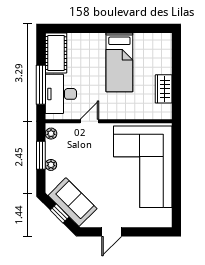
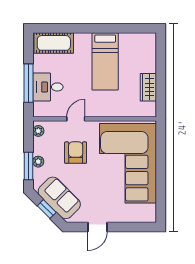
cot: (56, 53) -> (54, 43), moved, turned 90
desk: (61, 94) -> (48, 87), width x0.73
window: (41, 155) -> (28, 166), moved
armchair: (89, 156) -> (76, 153), added

